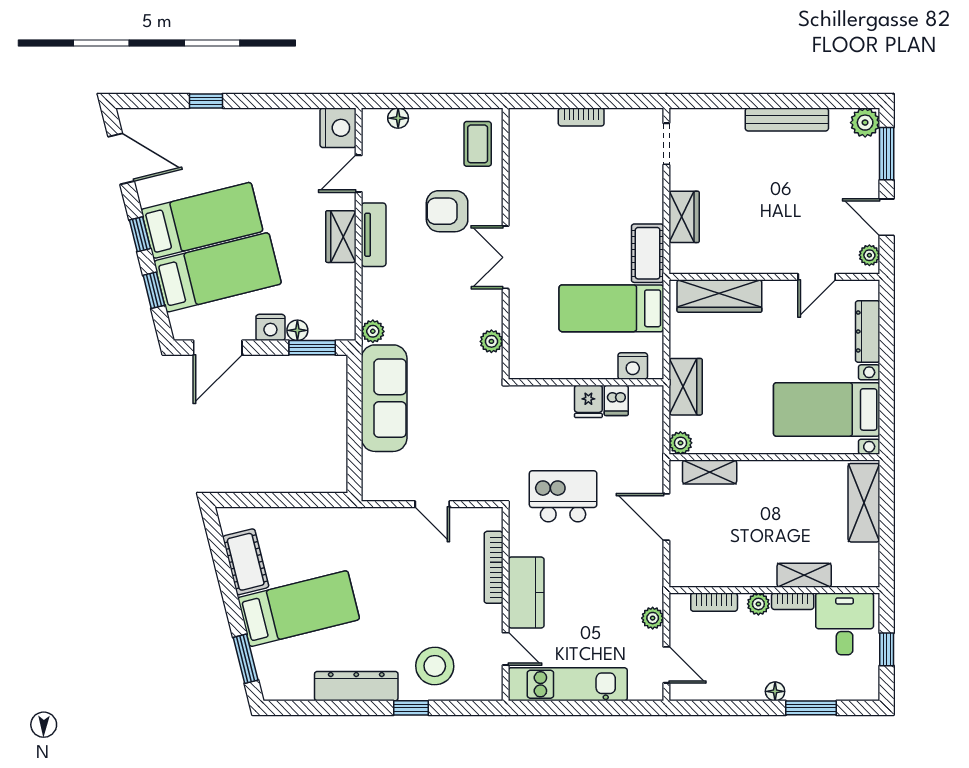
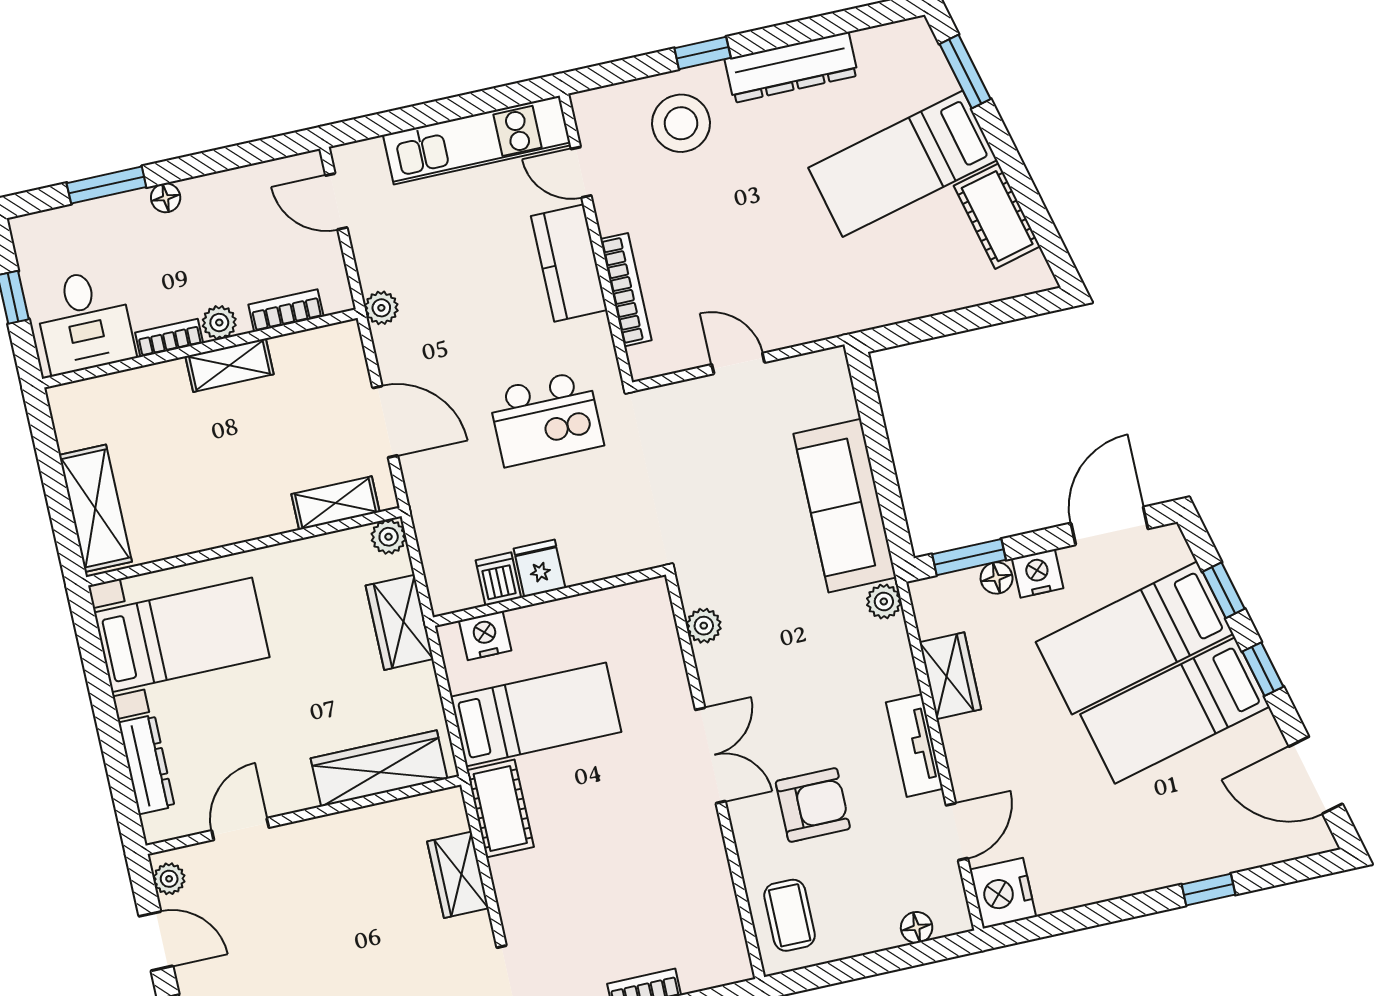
wardrobe: (341, 237) -> (950, 676), moved
shelving: (804, 575) -> (230, 365), moved
plant: (653, 618) -> (381, 308), moved

